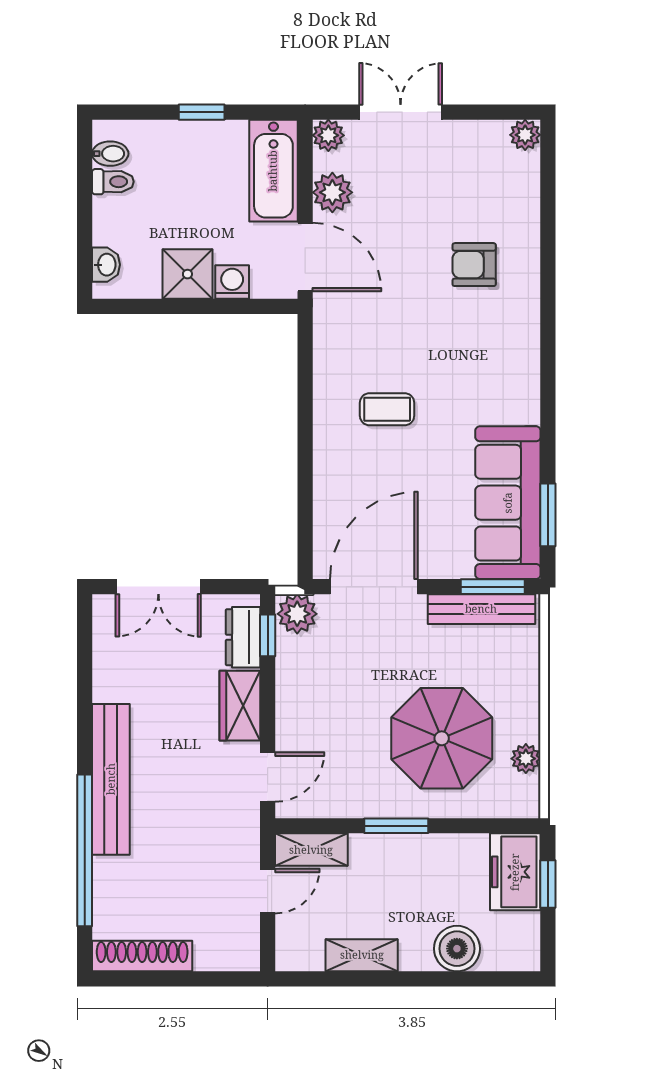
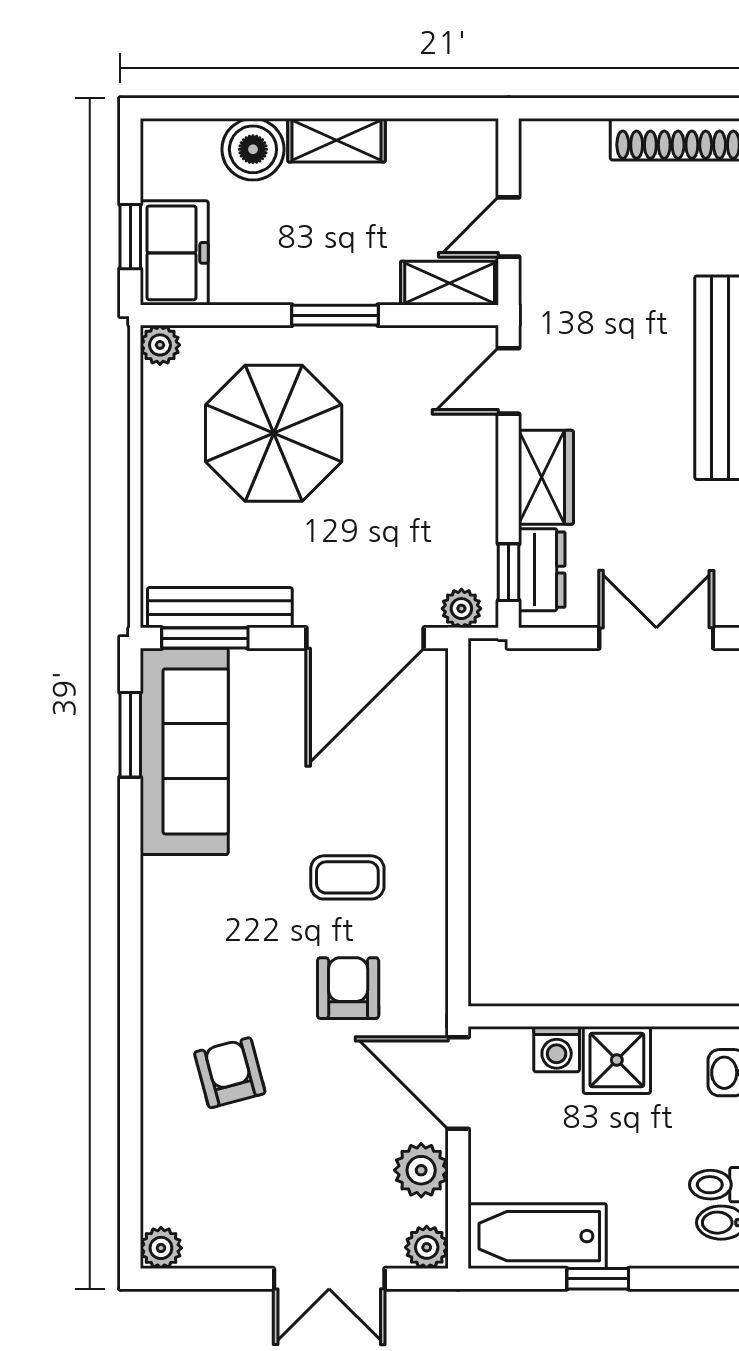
bathtub: (273, 171) -> (537, 1236), moved, turned -90
armchair: (474, 265) -> (230, 1073), turned -105
armchair: (387, 327) -> (348, 988), added
plant: (297, 614) -> (461, 609), width x0.73, depth x0.73
plant: (526, 759) -> (160, 345), moved
shelving: (362, 955) -> (337, 140), moved

